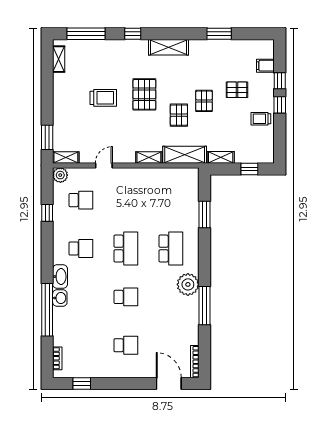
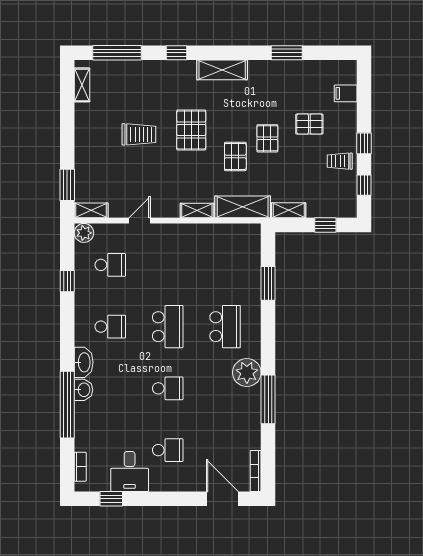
window: (280, 81) -> (364, 185), moved
desk: (96, 362) -> (130, 471), added

